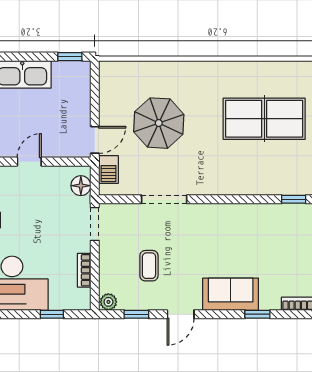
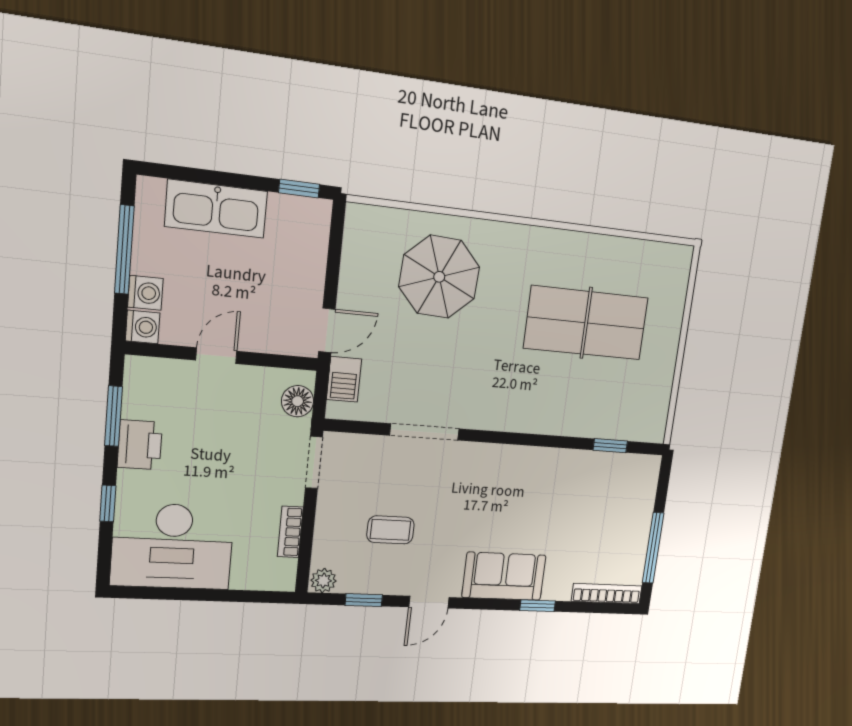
parasol: (159, 123) -> (439, 277), moved
coffee table: (149, 266) -> (391, 530), turned 90
window: (52, 314) -> (233, 596), removed

